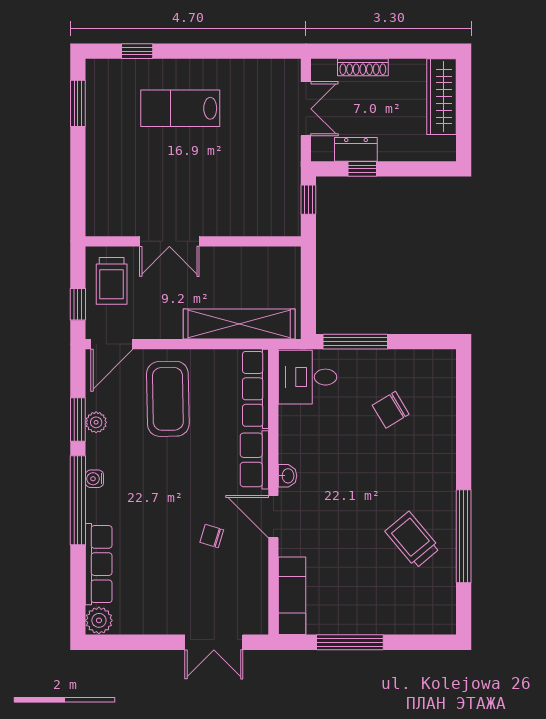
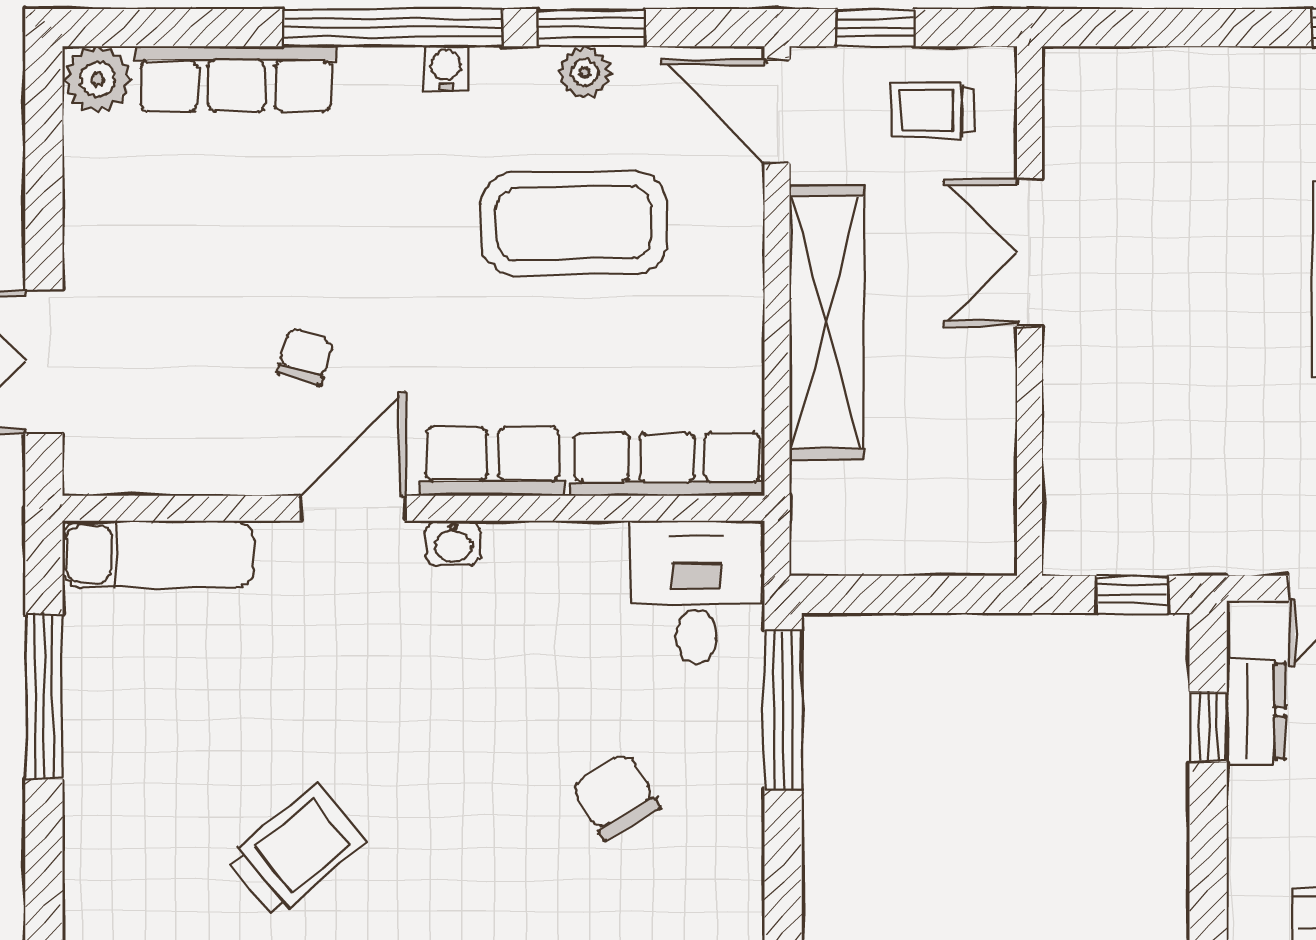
trolley: (112, 281) -> (933, 110), width x0.73, depth x0.72
shelving: (239, 324) -> (827, 323), moved
coffee table: (168, 399) -> (574, 223), moved

